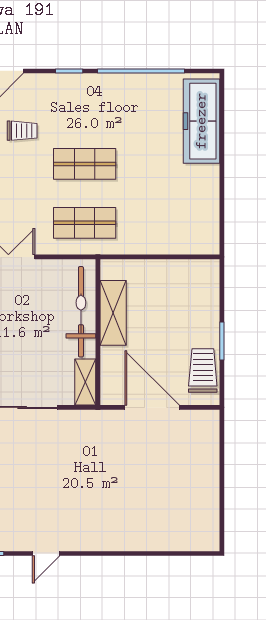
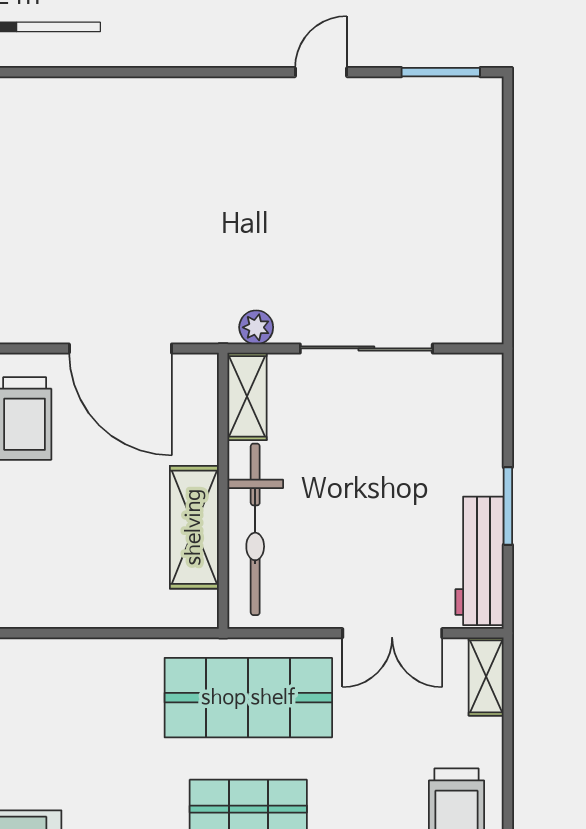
shop shelf: (85, 223) -> (248, 698), width x1.43, depth x1.36
plant: (80, 419) -> (256, 327), added

